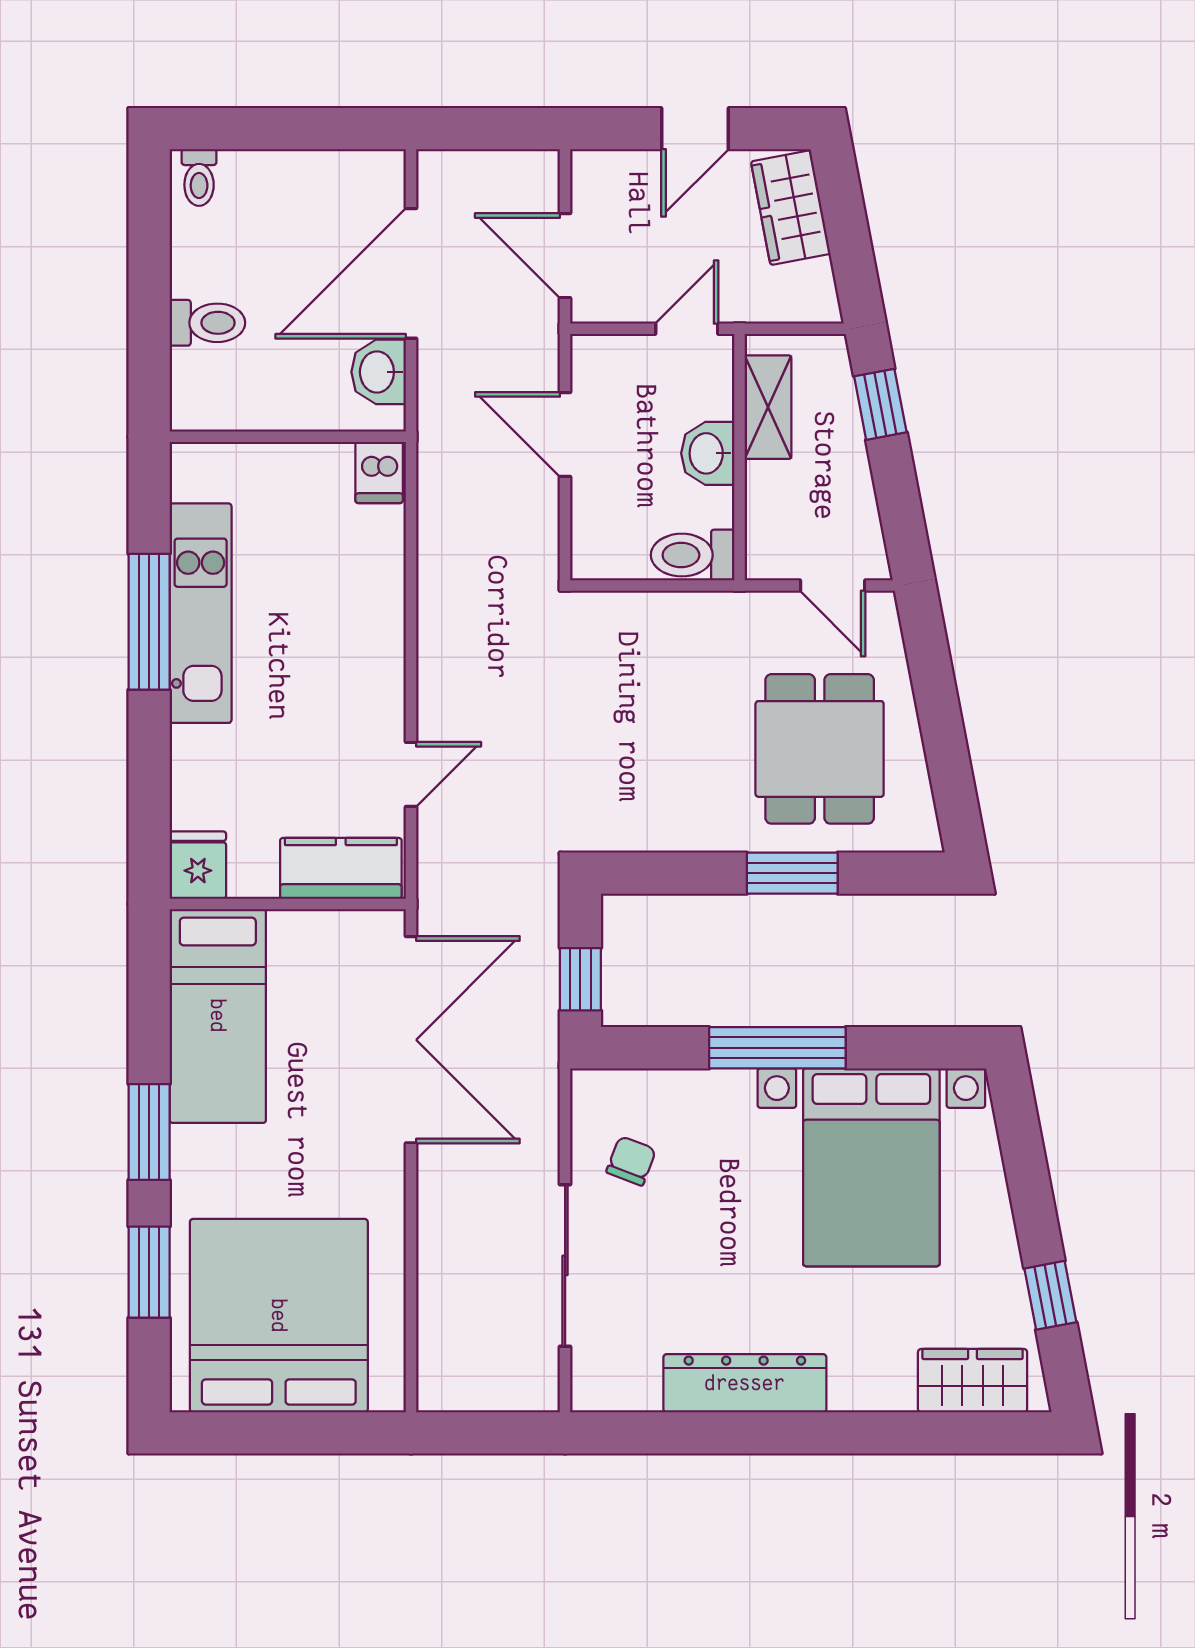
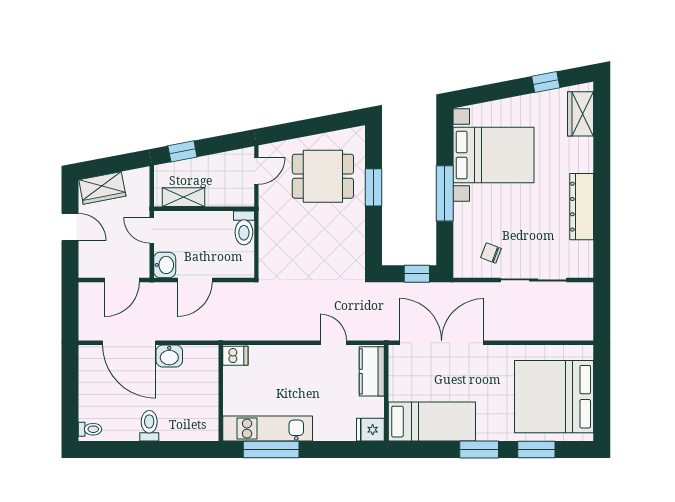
wall: (288, 437) -> (221, 393), moved
washbasin: (708, 453) -> (165, 265), moved, turned -90
dishwasher: (379, 472) -> (235, 356), moved

